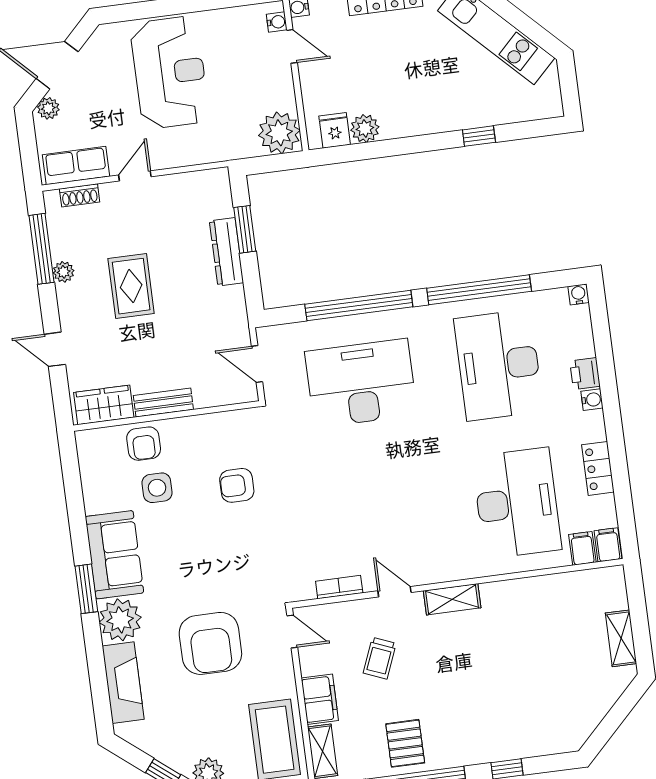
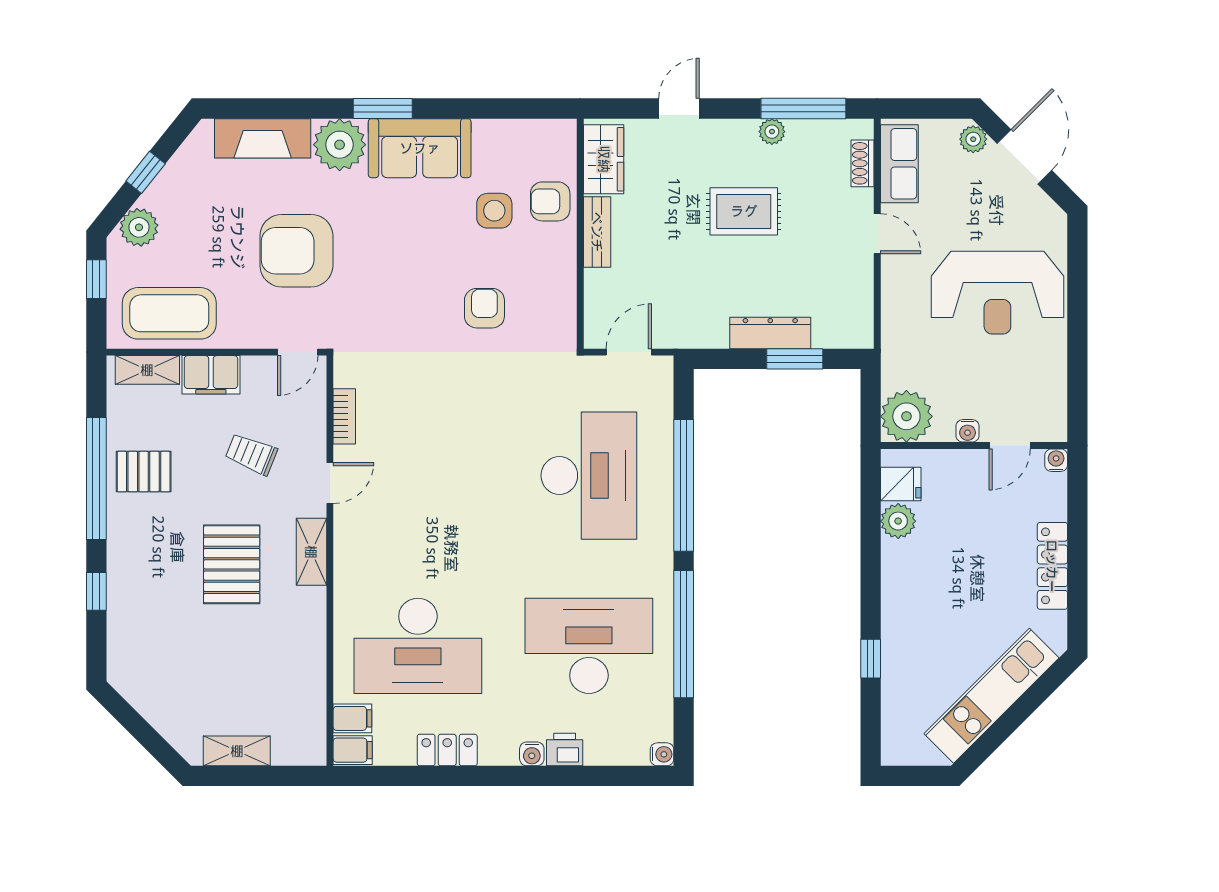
water cooler: (277, 22) -> (968, 431), moved
pallet: (471, 662) -> (232, 564), added

